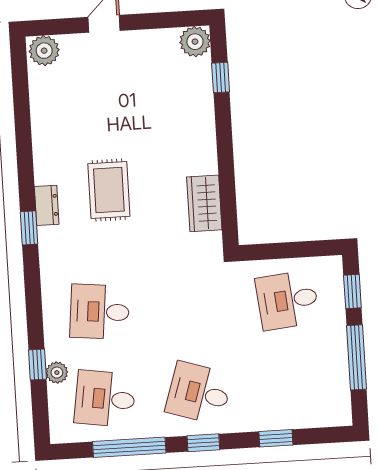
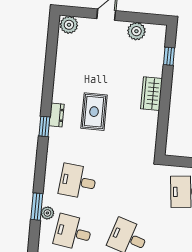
plant: (195, 42) -> (136, 31), moved
wardrobe: (204, 203) -> (151, 94), moved
window: (37, 365) -> (37, 207), width x1.50

